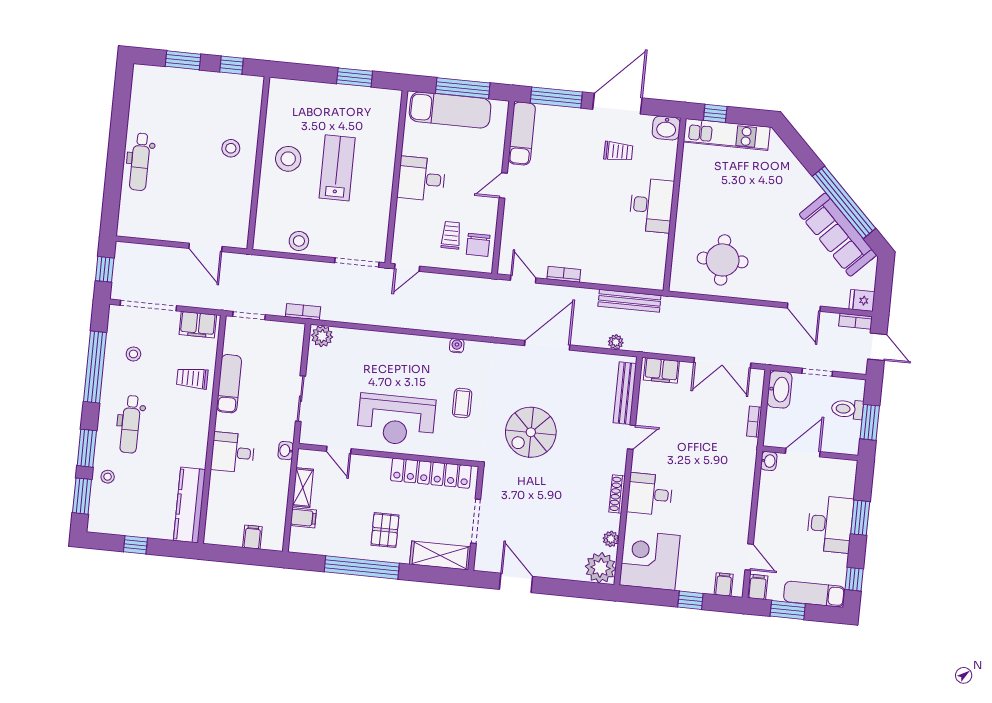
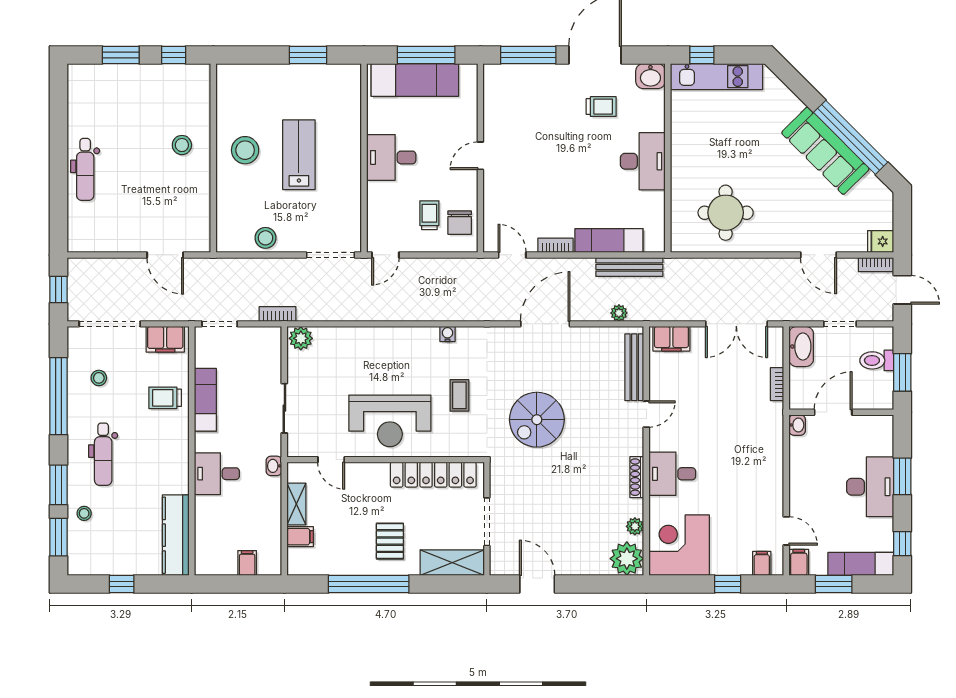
exam couch: (522, 133) -> (609, 240), moved, turned -90
sofa: (838, 235) -> (825, 151), moved

